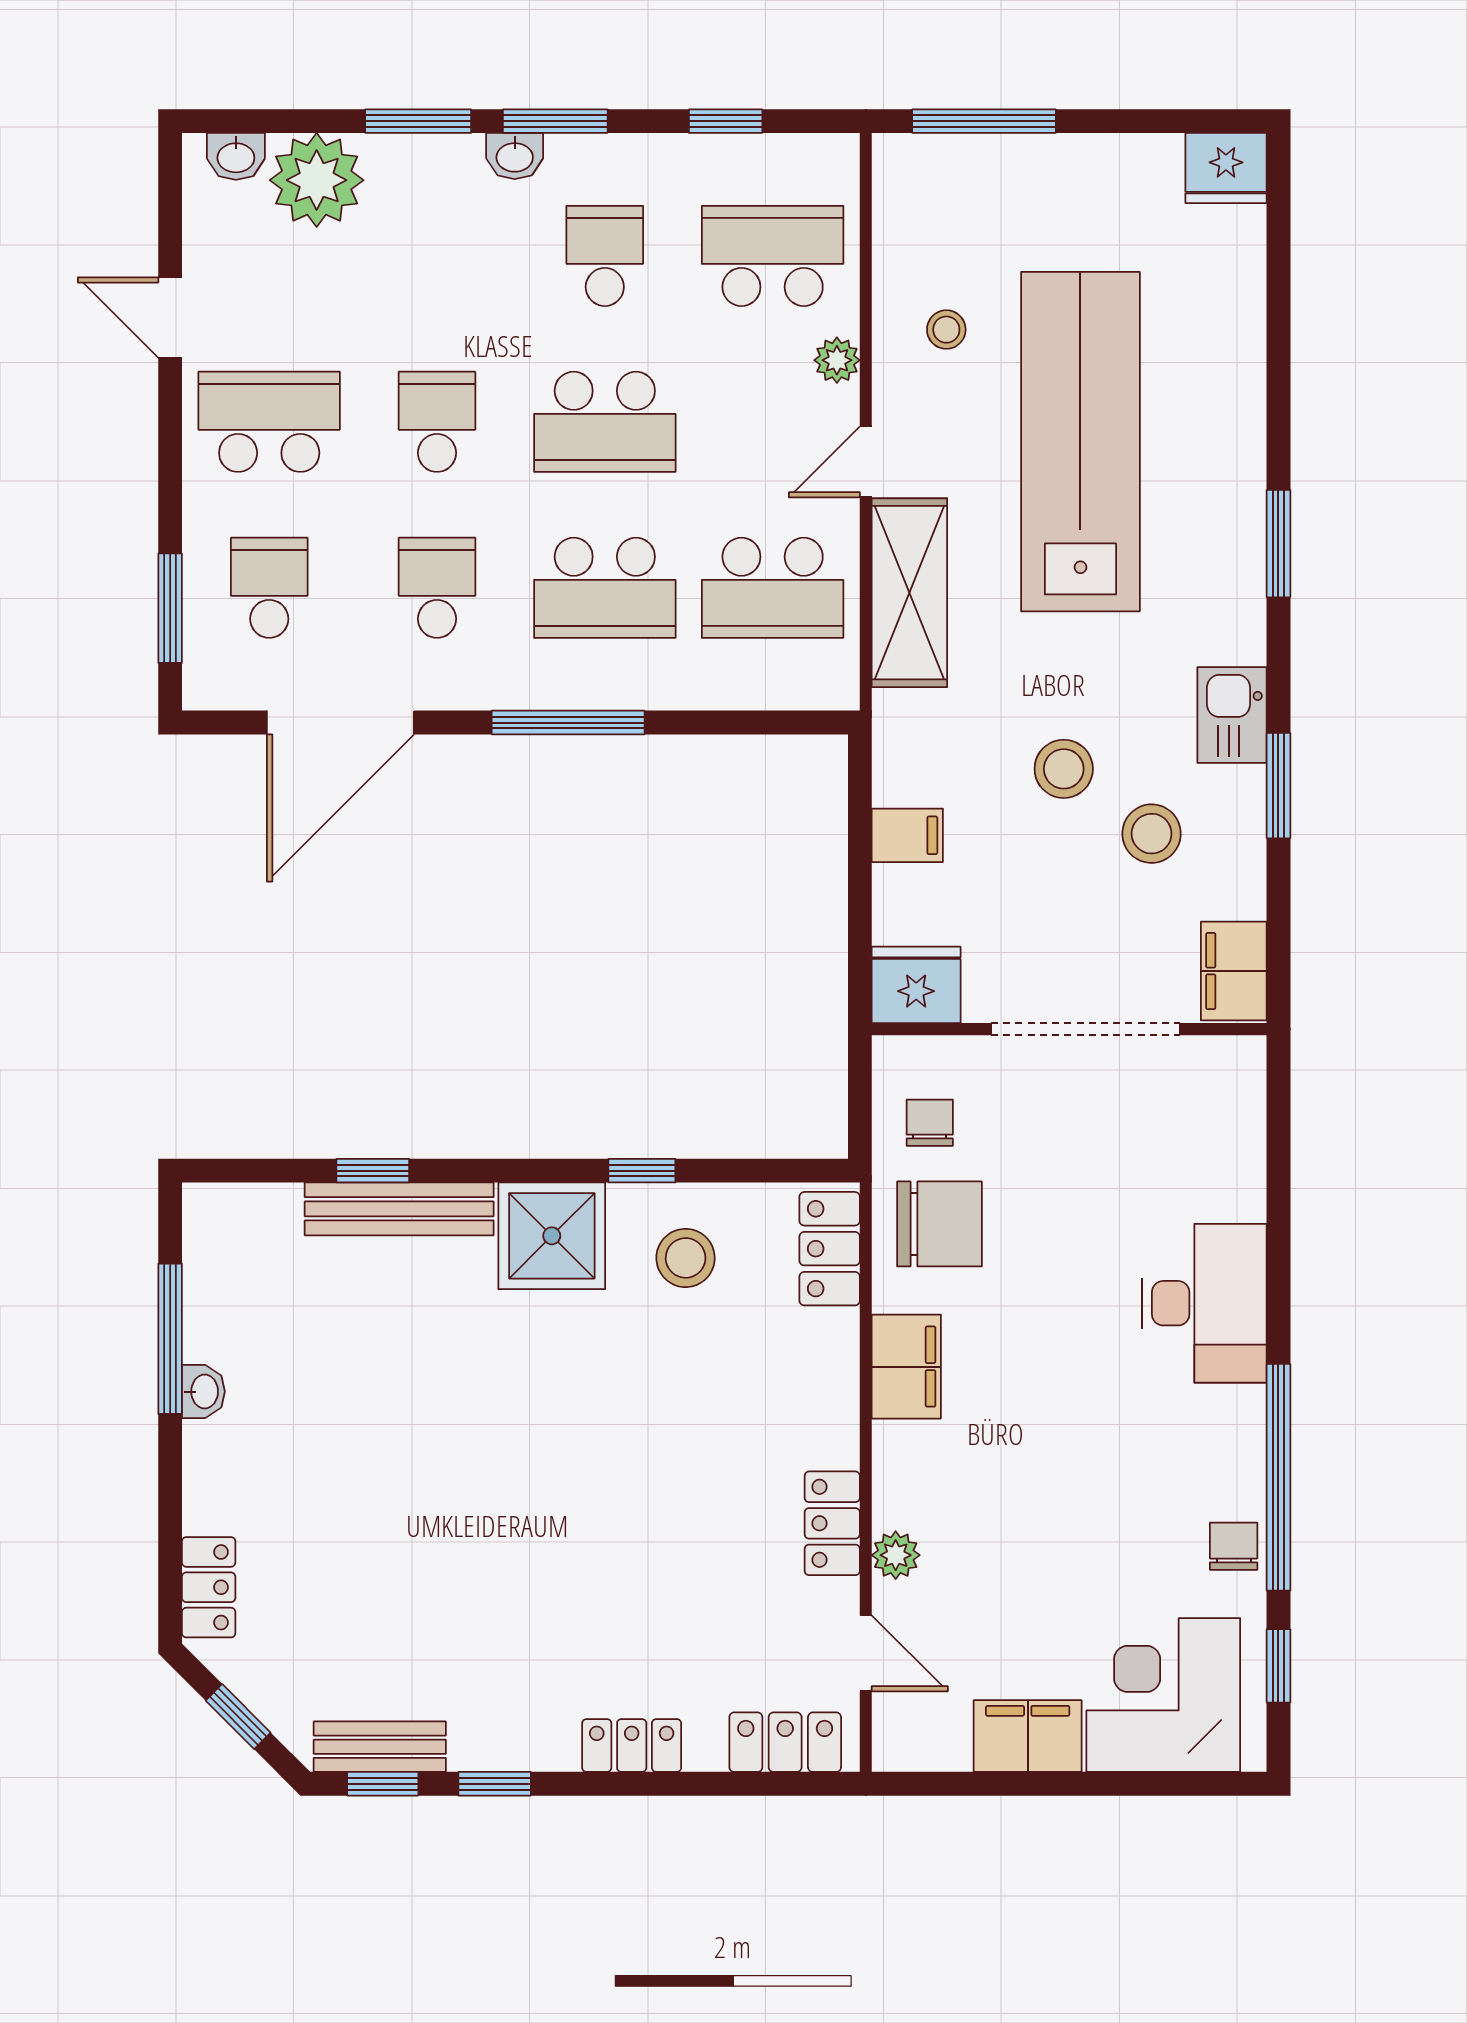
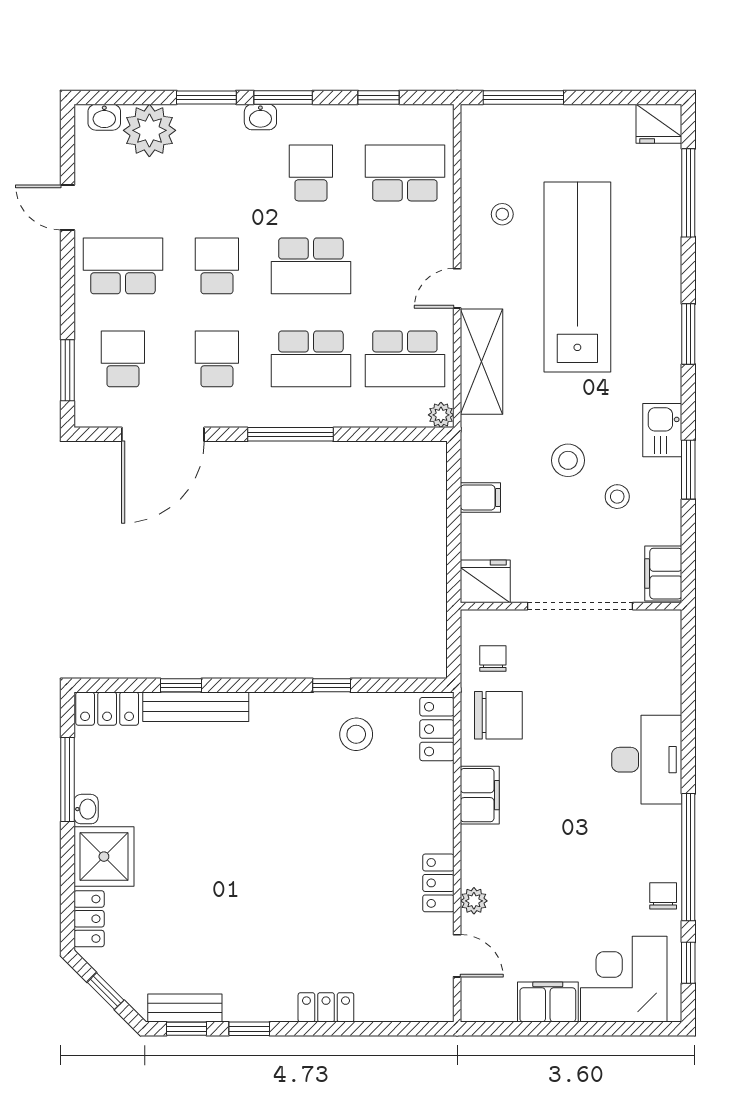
window: (1278, 291) -> (688, 193), added
plant: (837, 360) -> (441, 415), moved
stool: (1152, 834) -> (617, 497), width x0.73, depth x0.73
shower: (552, 1236) -> (104, 857), moved
locker: (785, 1742) -> (107, 709), moved, turned 180

